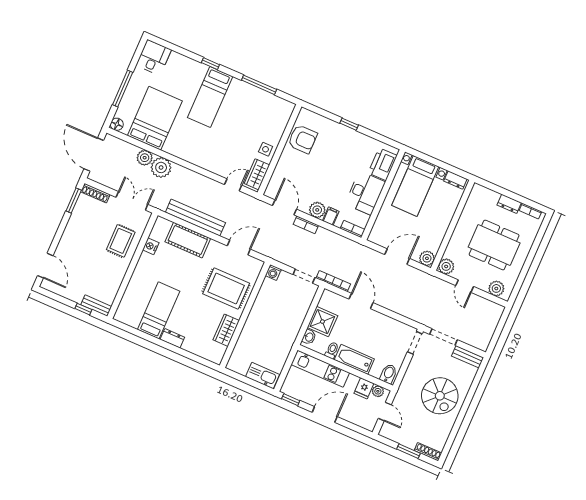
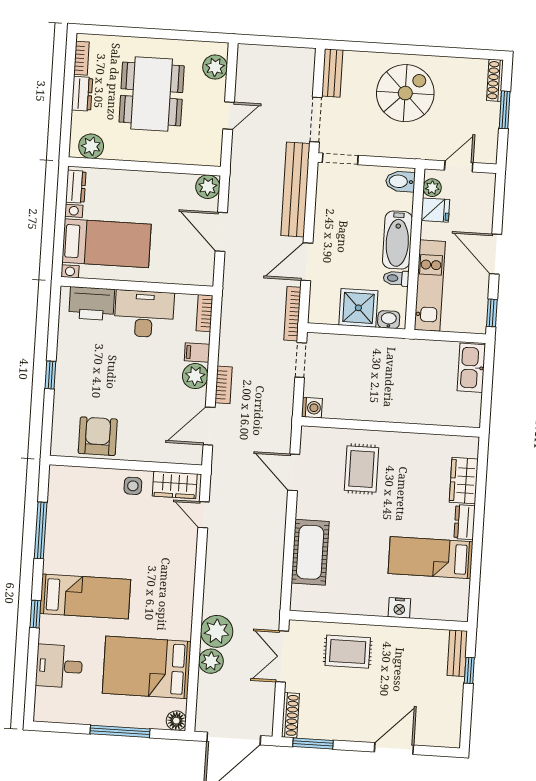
desk: (154, 57) -> (59, 666), moved
bench: (195, 218) -> (295, 189), moved
nightstand: (151, 246) -> (399, 608), moved
door: (45, 266) -> (394, 749), moved
plant: (446, 266) -> (91, 146), moved
rug: (226, 289) -> (362, 469), width x0.73, depth x0.70
wardrobe: (226, 330) -> (464, 481), moved, turned 90

